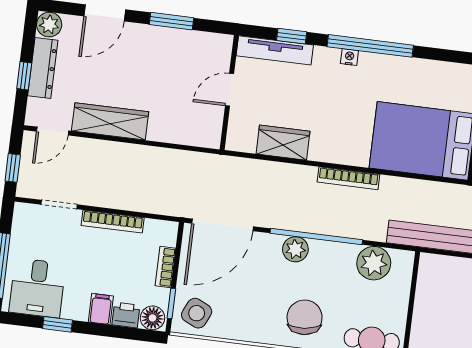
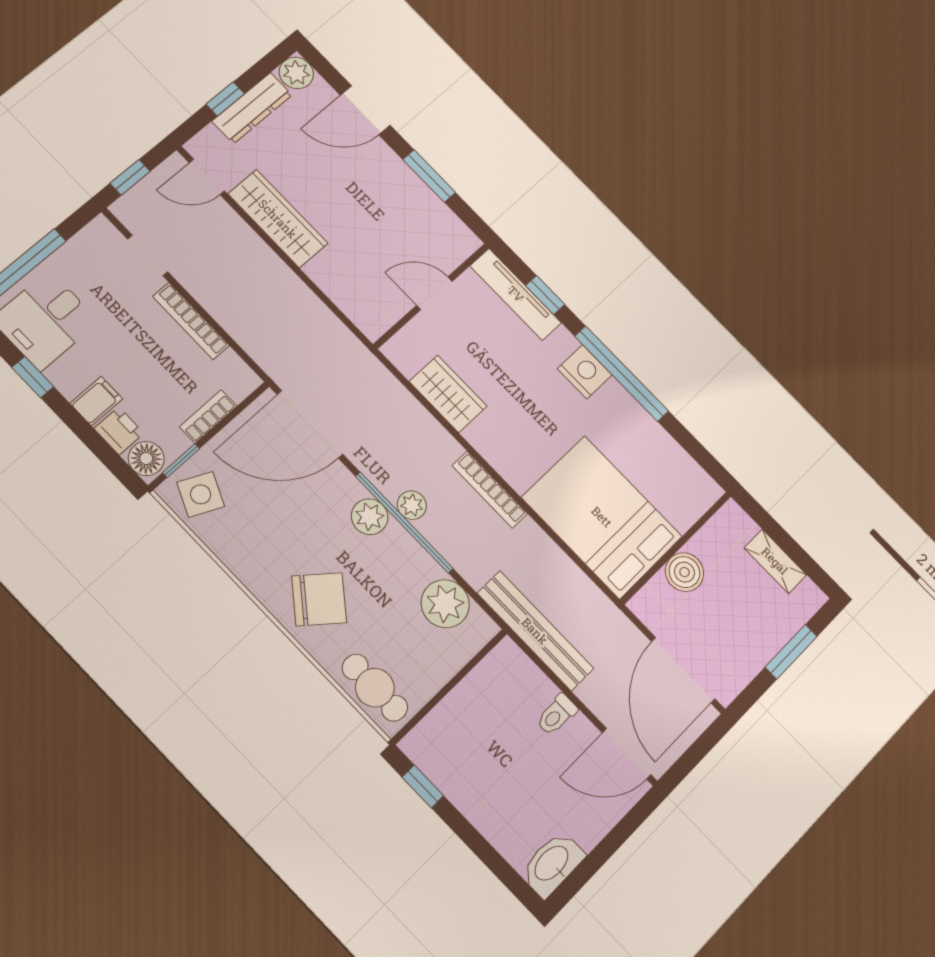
nightstand: (349, 57) -> (585, 372), width x1.89, depth x1.79
plant: (313, 223) -> (412, 505), added
chair: (305, 317) -> (319, 599), turned 45

